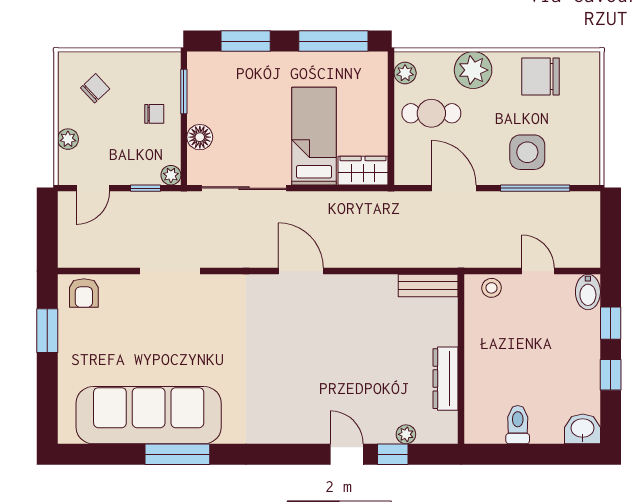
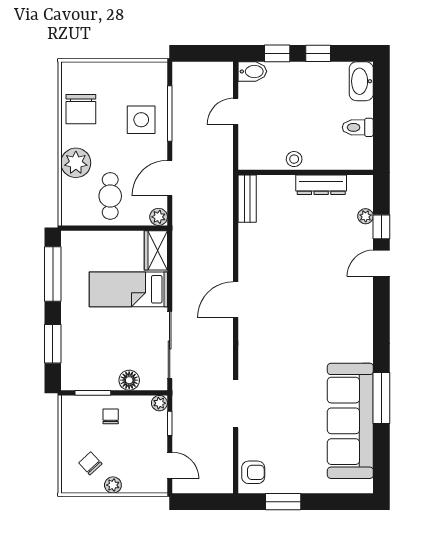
plant: (405, 73) -> (159, 217), moved
plant: (68, 139) -> (113, 485), moved
stool: (492, 288) -> (294, 159), moved
washbasin: (583, 429) -> (361, 81), width x1.38

